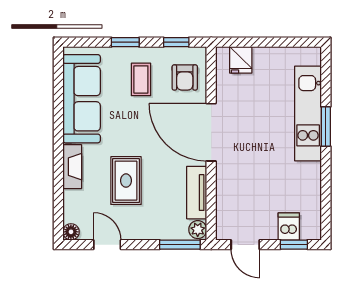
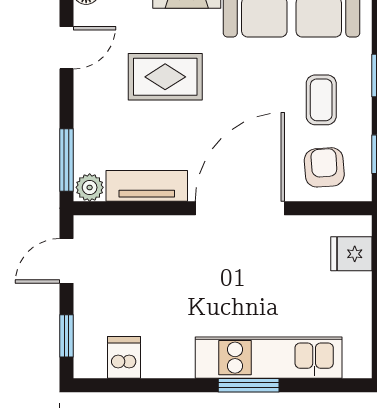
armchair: (185, 78) -> (324, 167), turned 86
coffee table: (141, 79) -> (321, 100), turned 90
dishwasher: (289, 226) -> (124, 357), moved, turned -90

